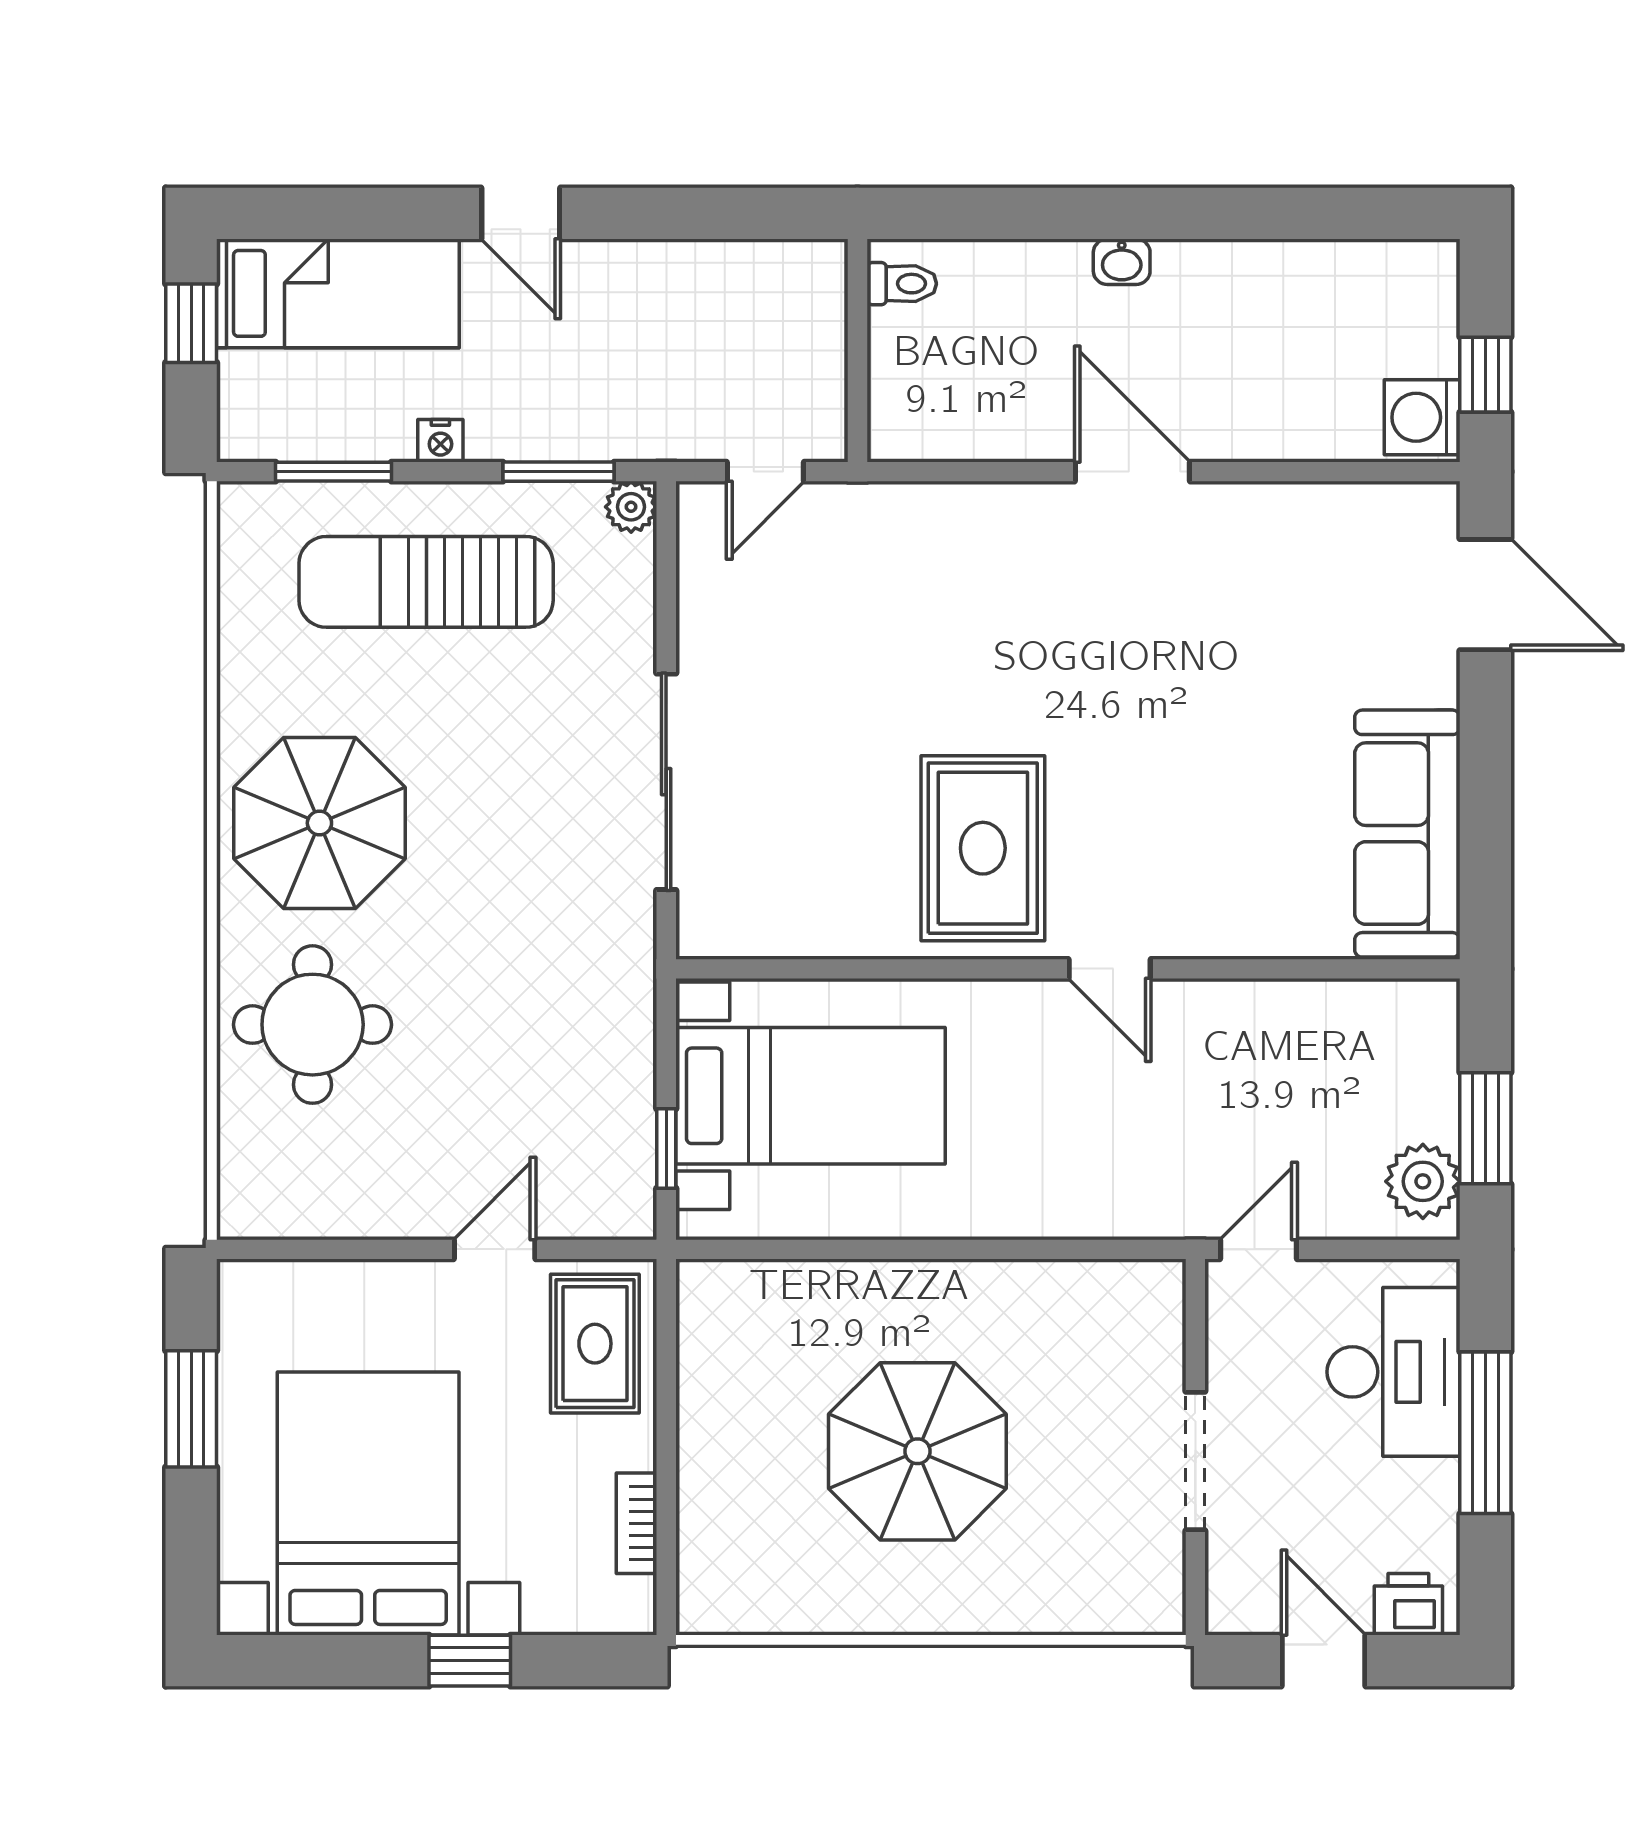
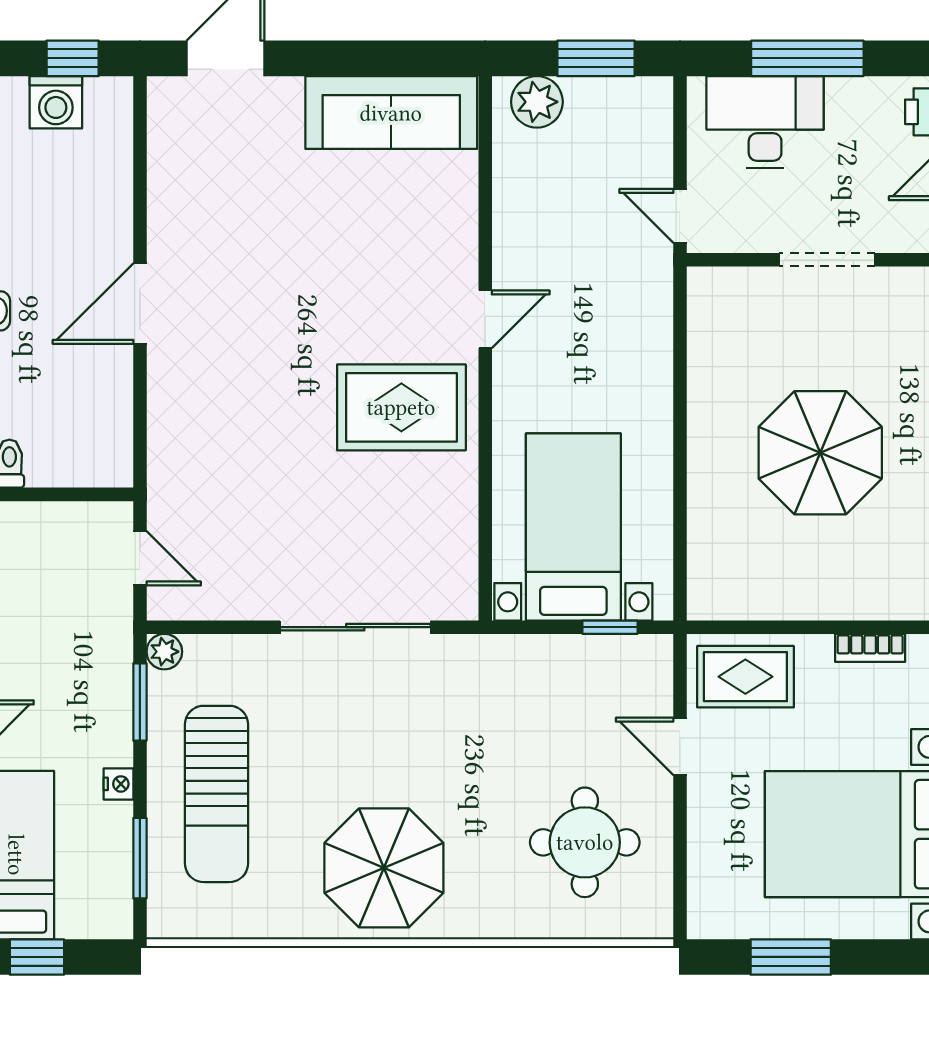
washing machine: (1422, 417) -> (56, 102), moved
round table: (313, 1025) -> (585, 842), moved
plant: (1423, 1181) -> (537, 102), moved

